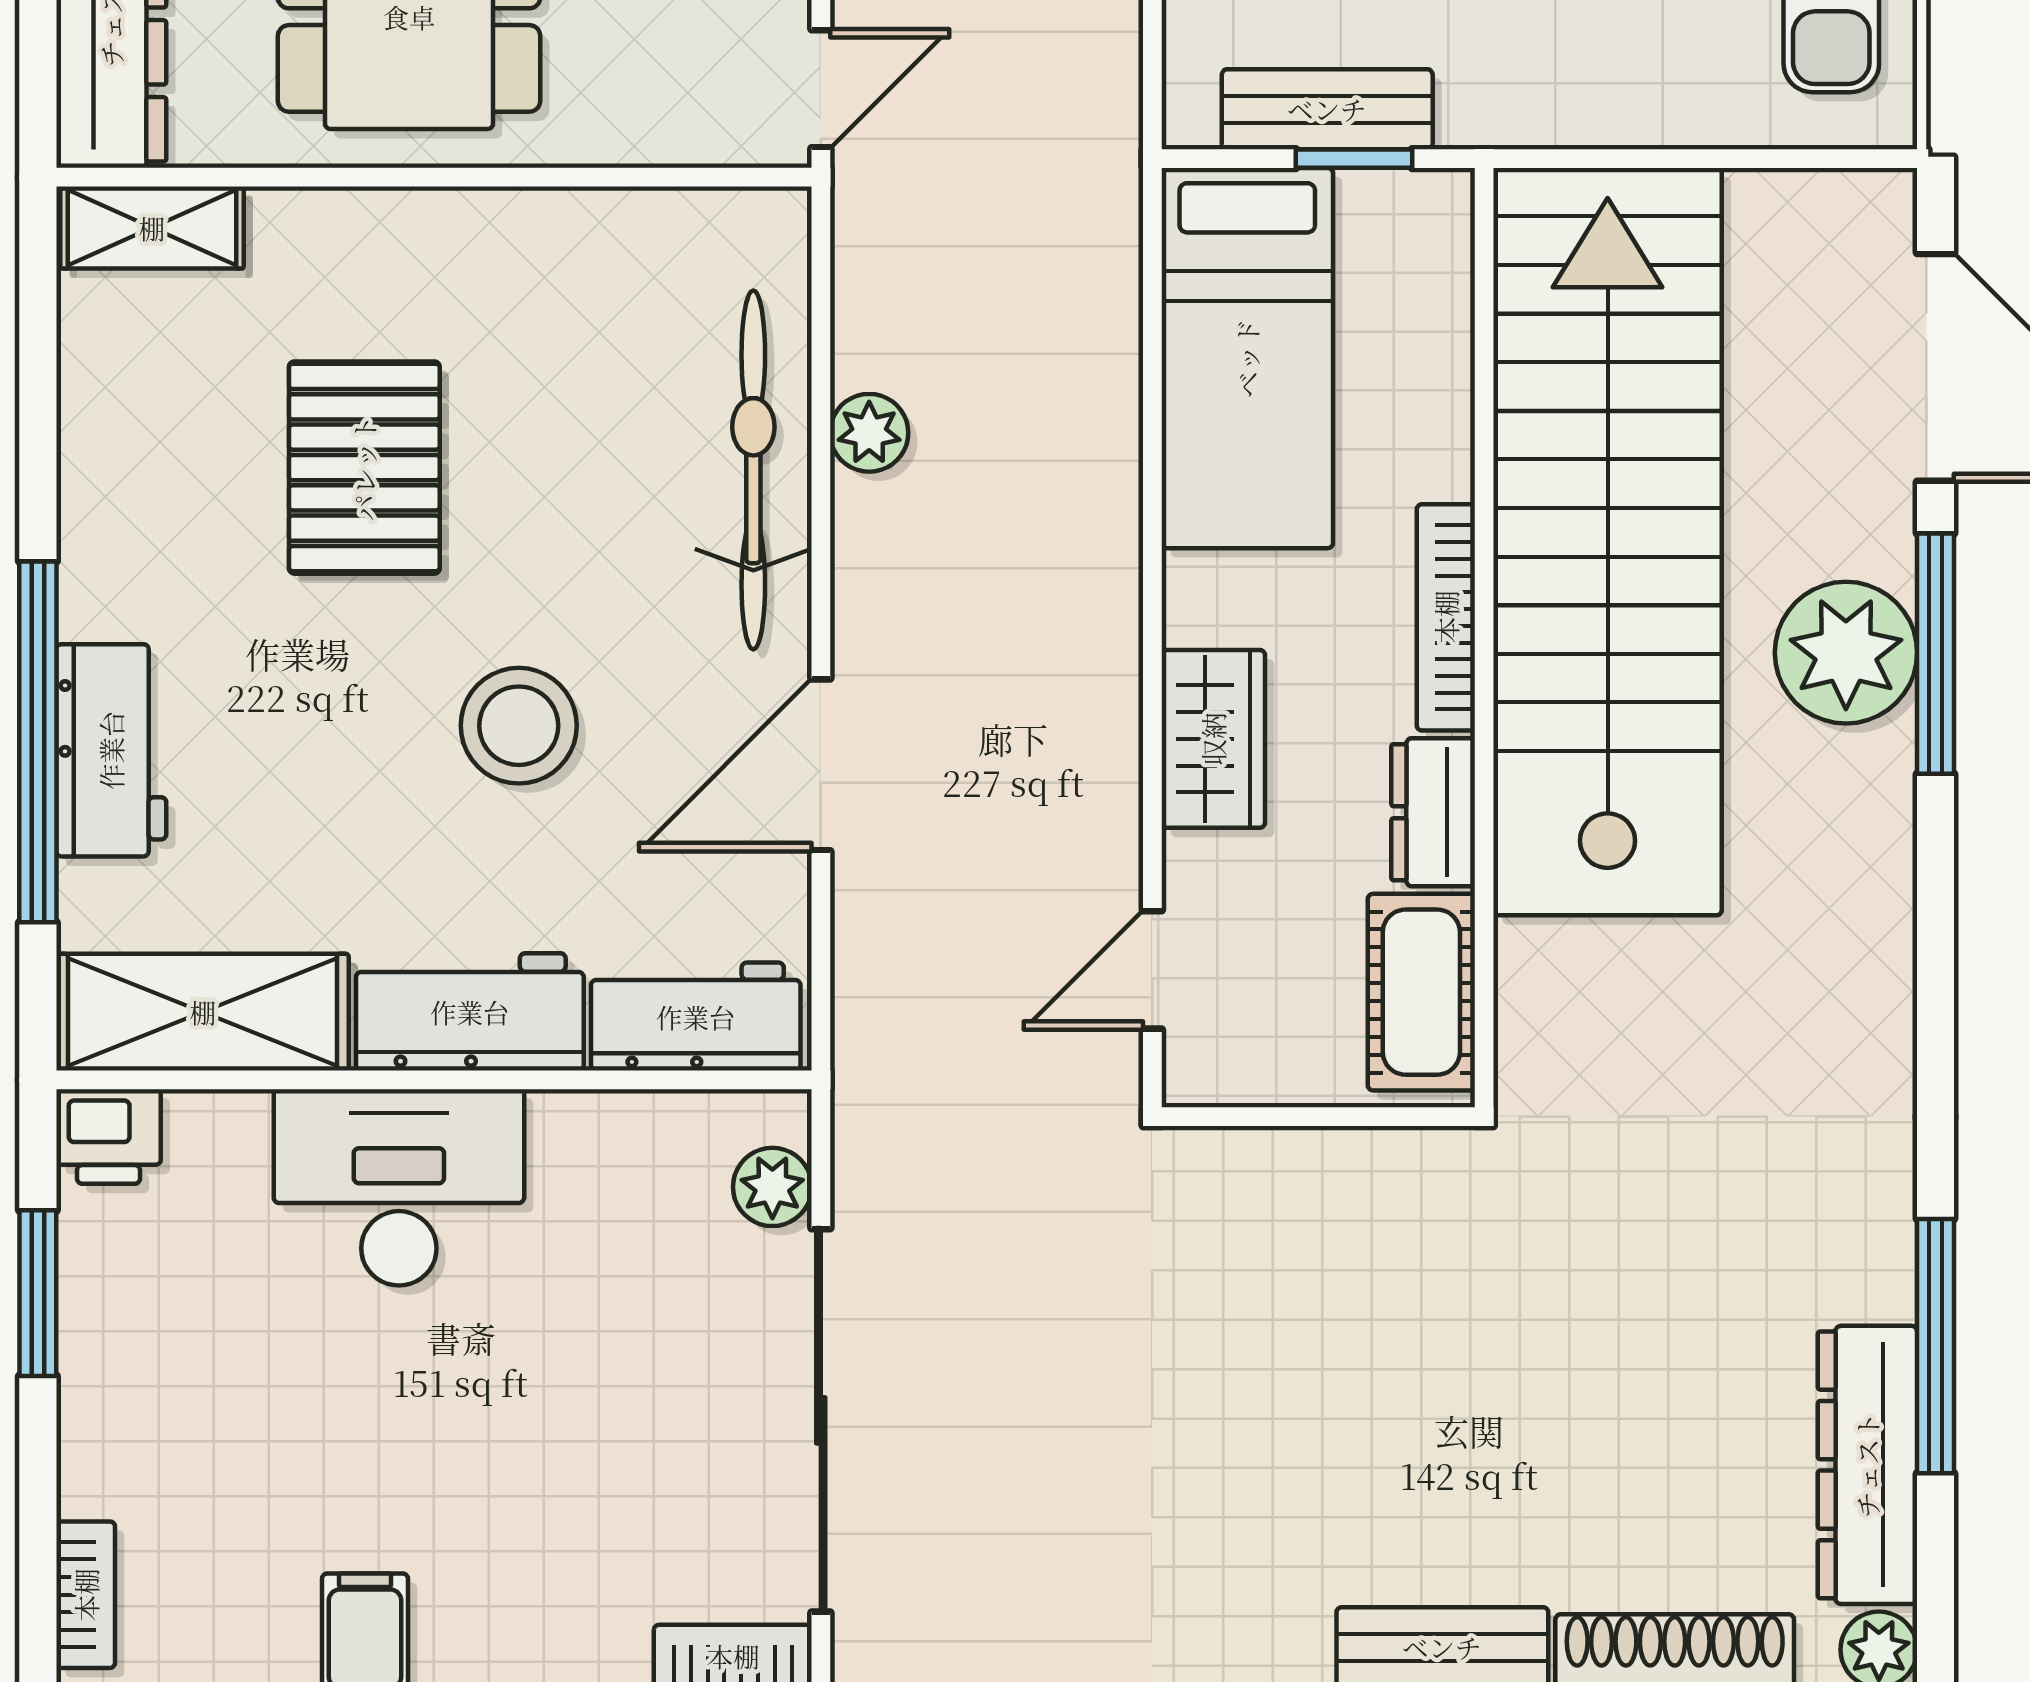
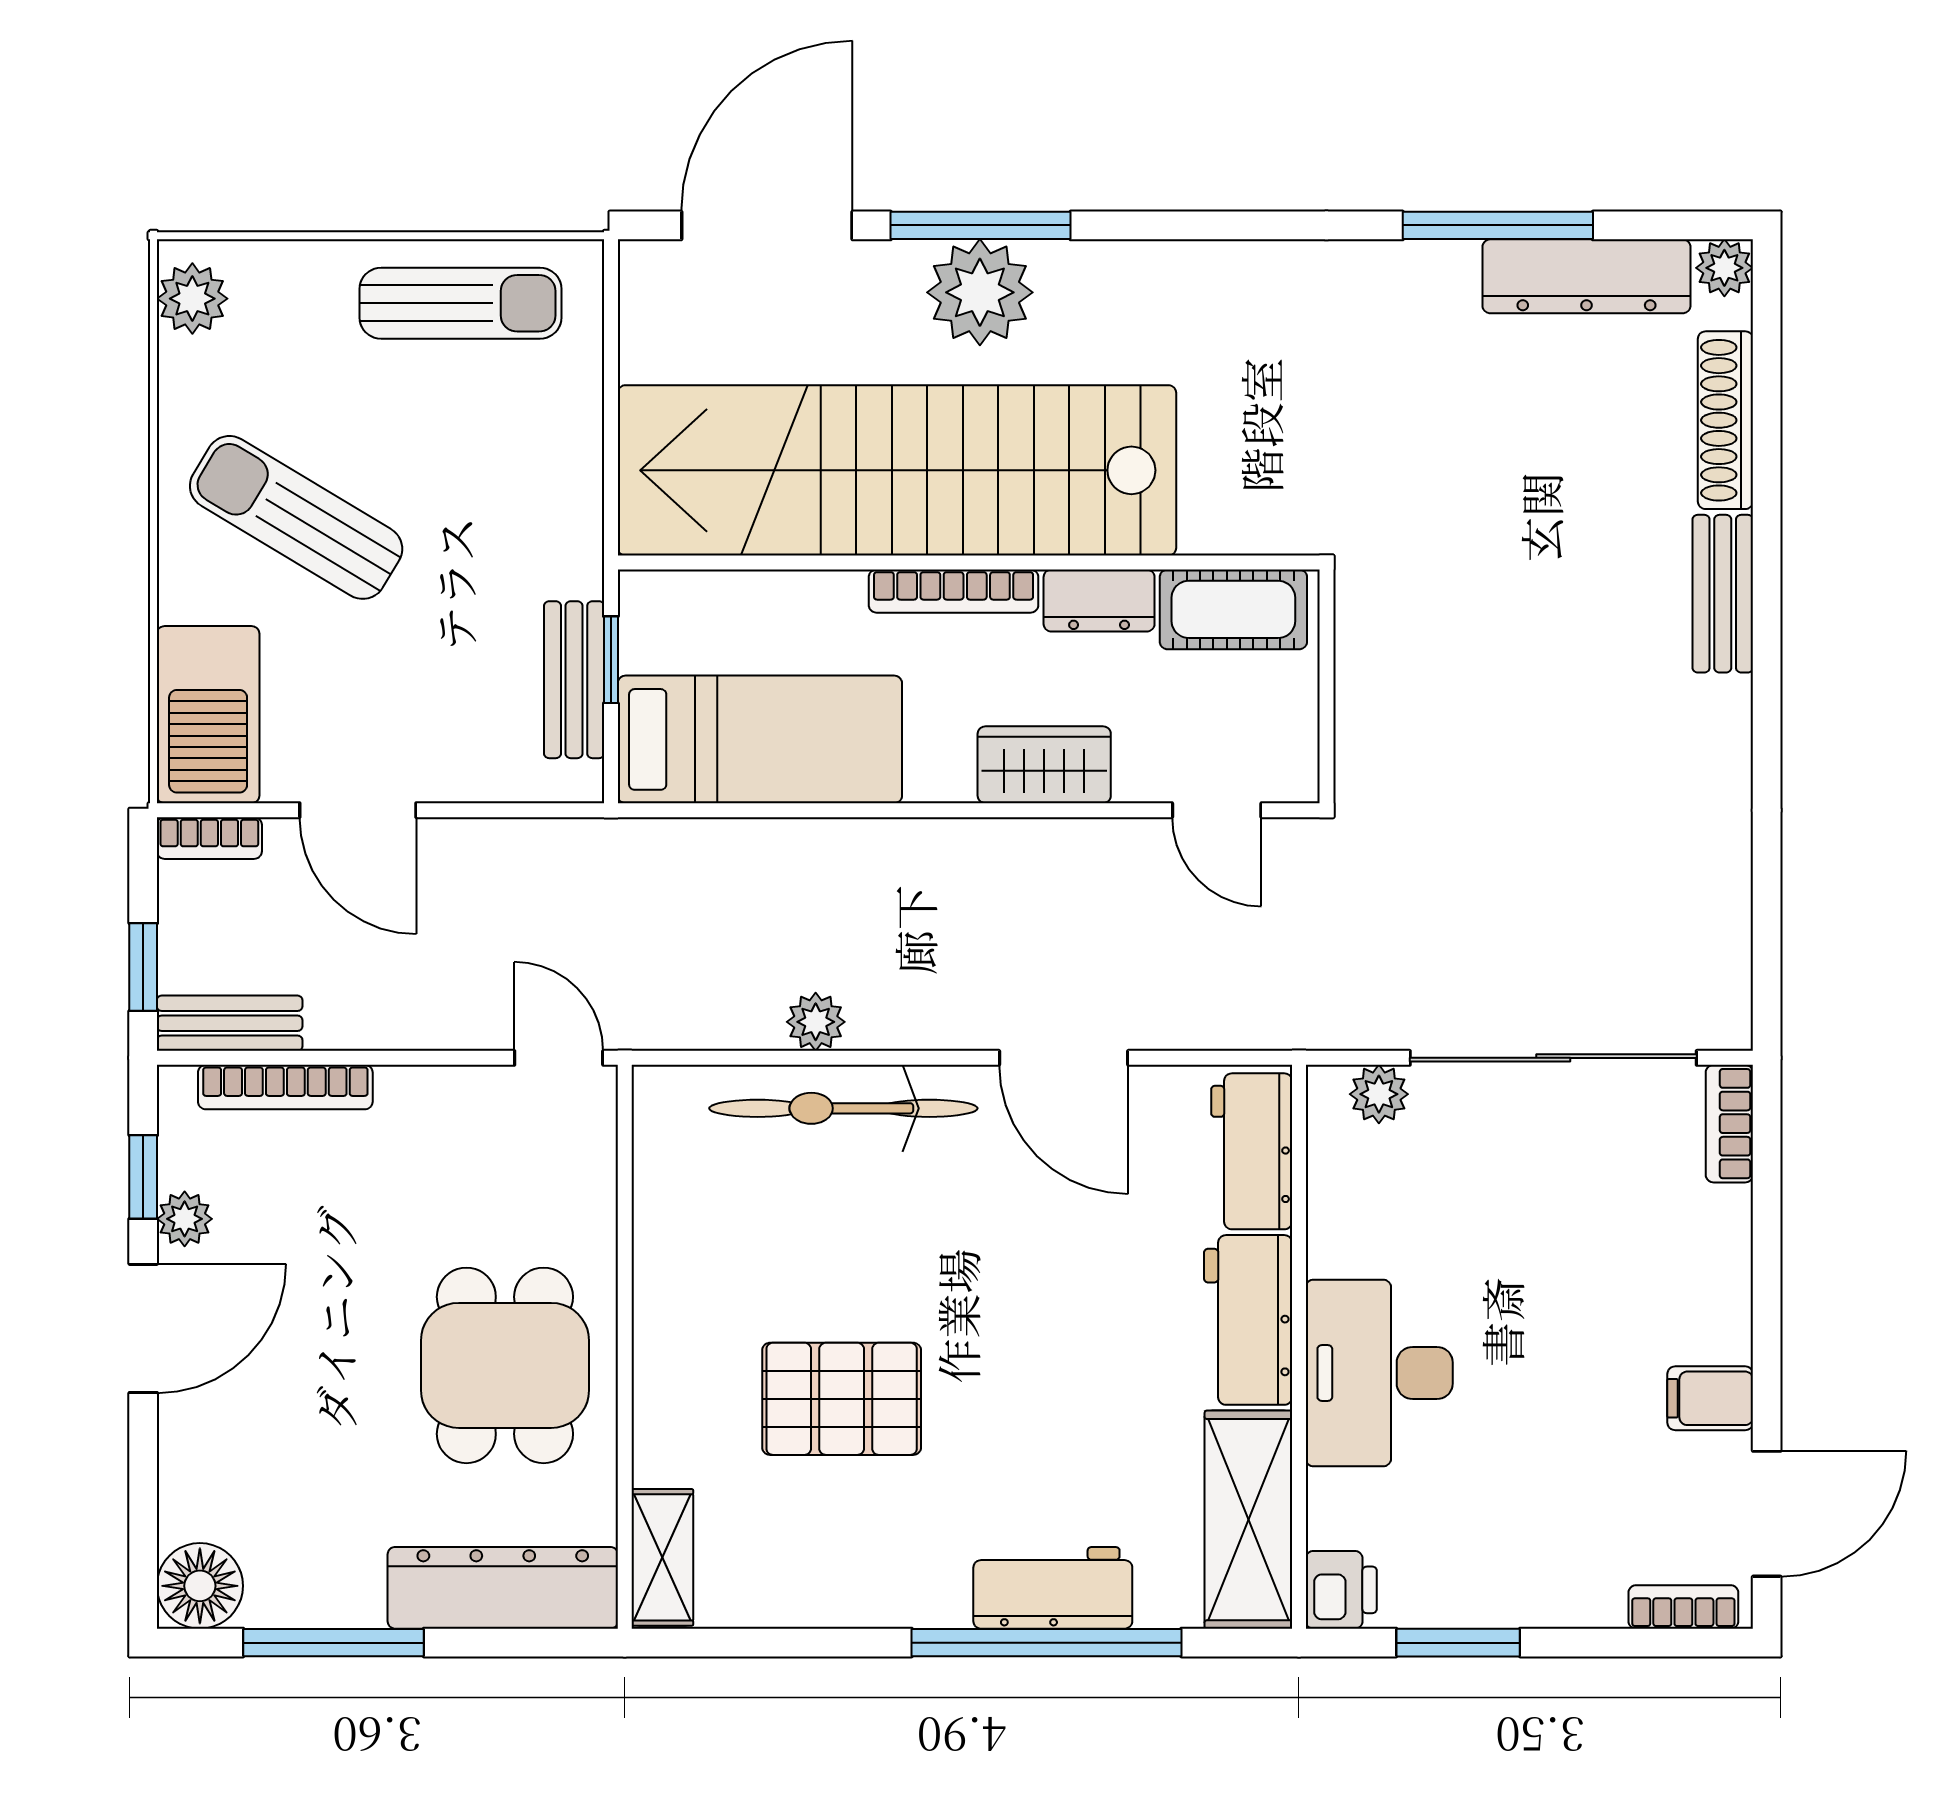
stool: (519, 726) -> (1034, 1283), removed

